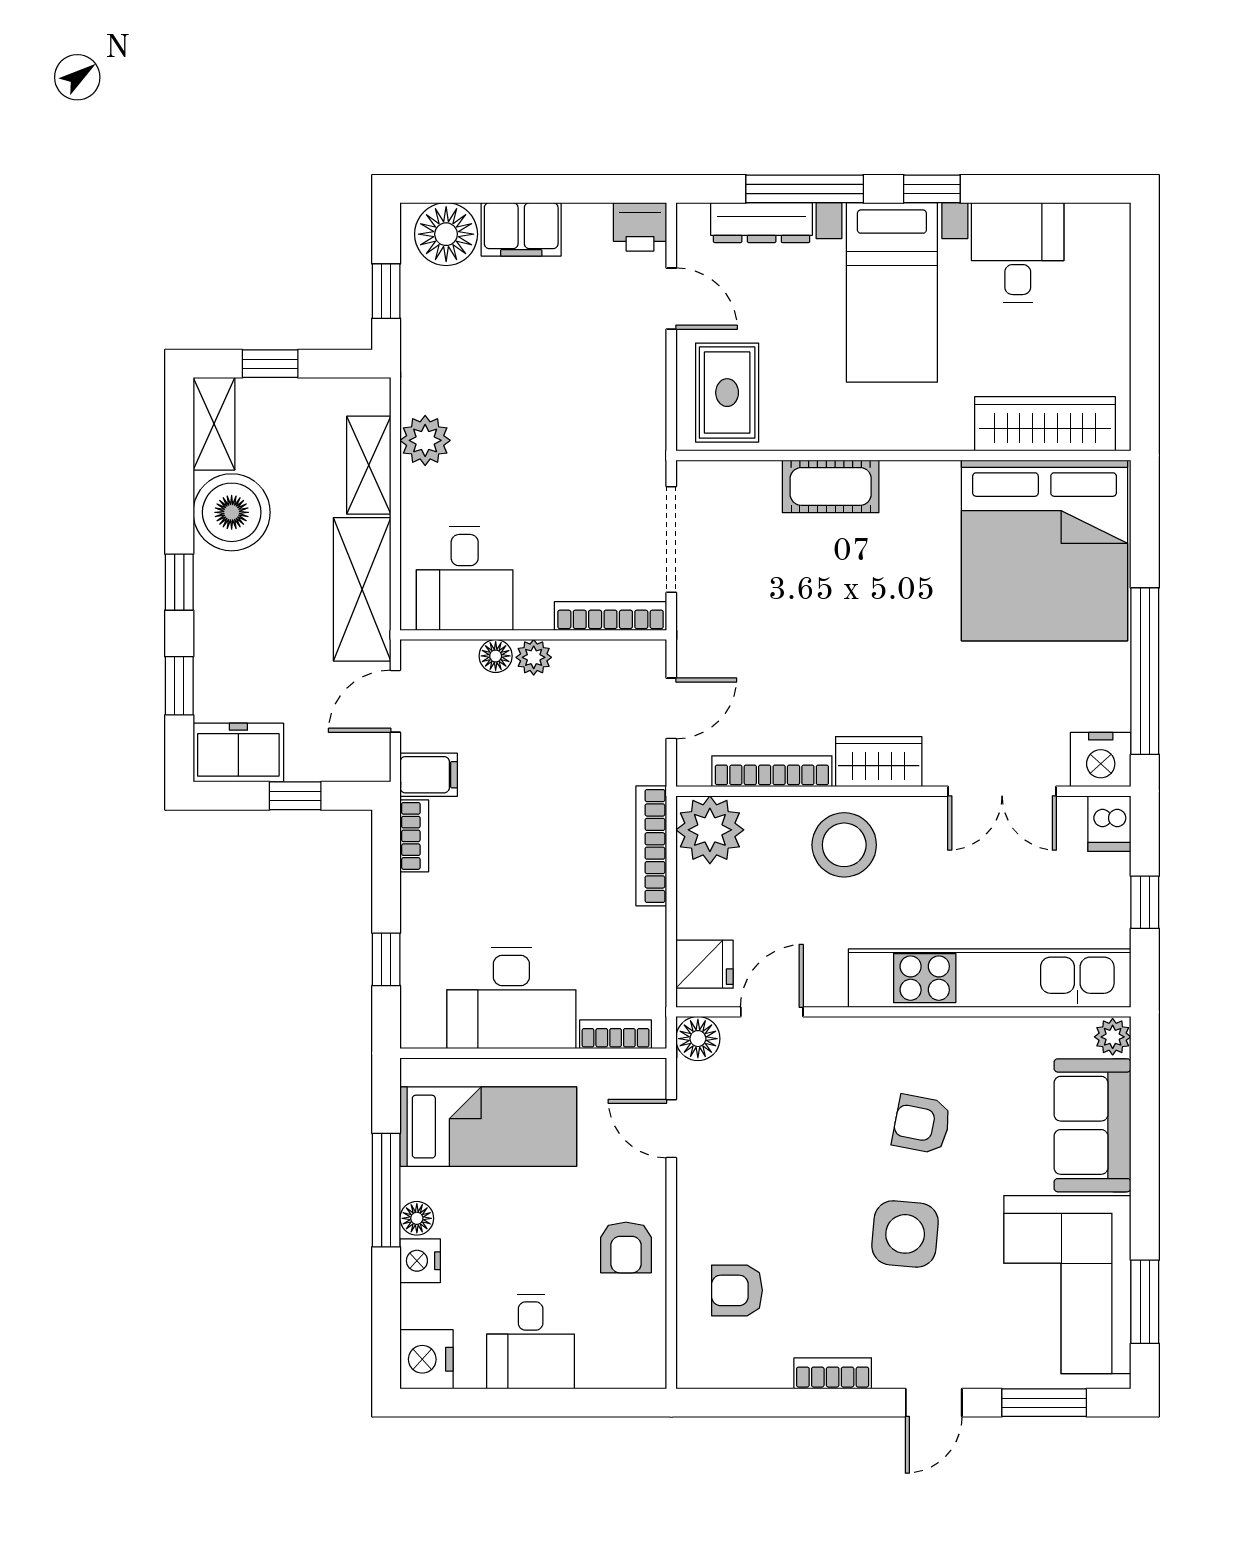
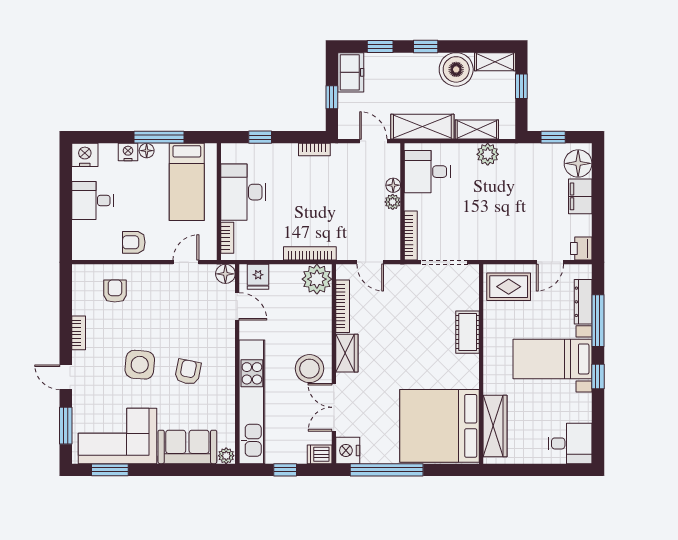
desk: (1018, 253) -> (570, 443), moved
filing cabinet: (429, 775) -> (341, 156), removed
stool: (844, 845) -> (309, 369), moved

